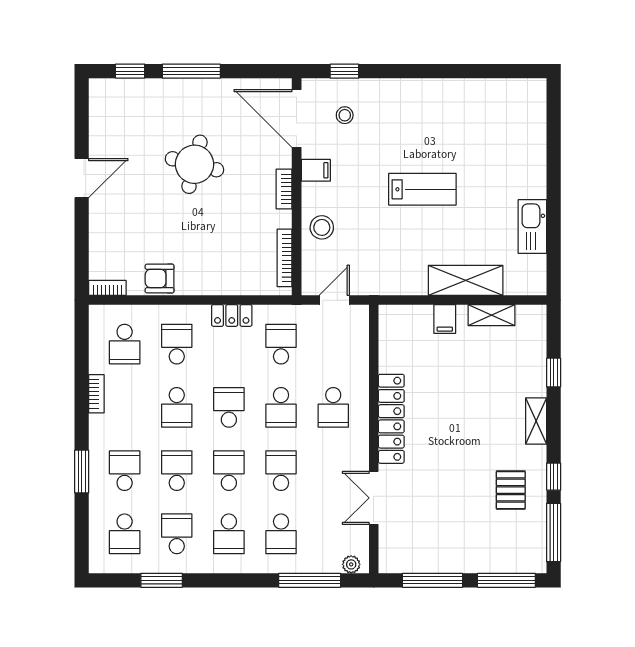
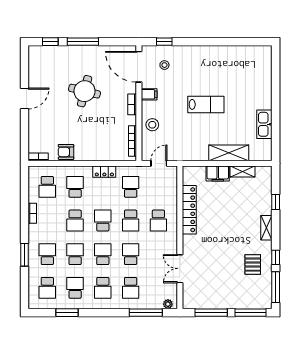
filing cabinet: (445, 319) -> (218, 174), width x2.00
locker: (391, 419) -> (189, 210), moved

